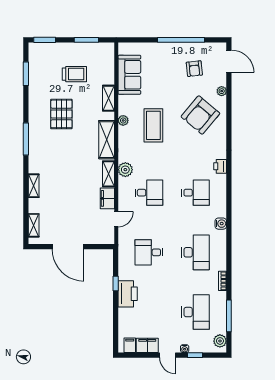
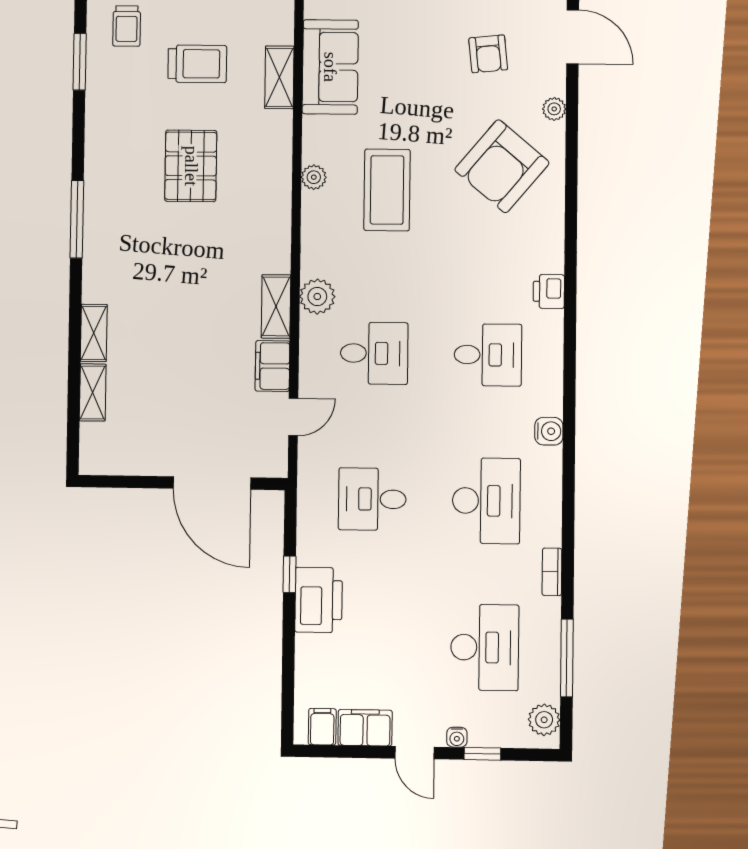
trolley: (45, 59) -> (127, 26), added
shelving: (108, 98) -> (279, 77), moved
pallet: (61, 114) -> (191, 166), moved
shelving: (107, 140) -> (273, 223), removed
shelving: (34, 225) -> (93, 392), moved
door: (68, 247) -> (212, 483), moved

